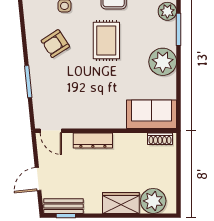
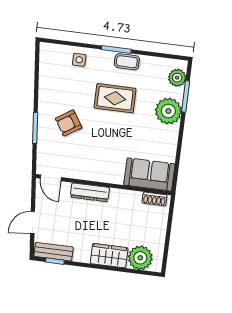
rug: (106, 41) -> (115, 98), turned 90
armchair: (55, 44) -> (69, 123), moved
plant: (163, 62) -> (168, 111), moved

